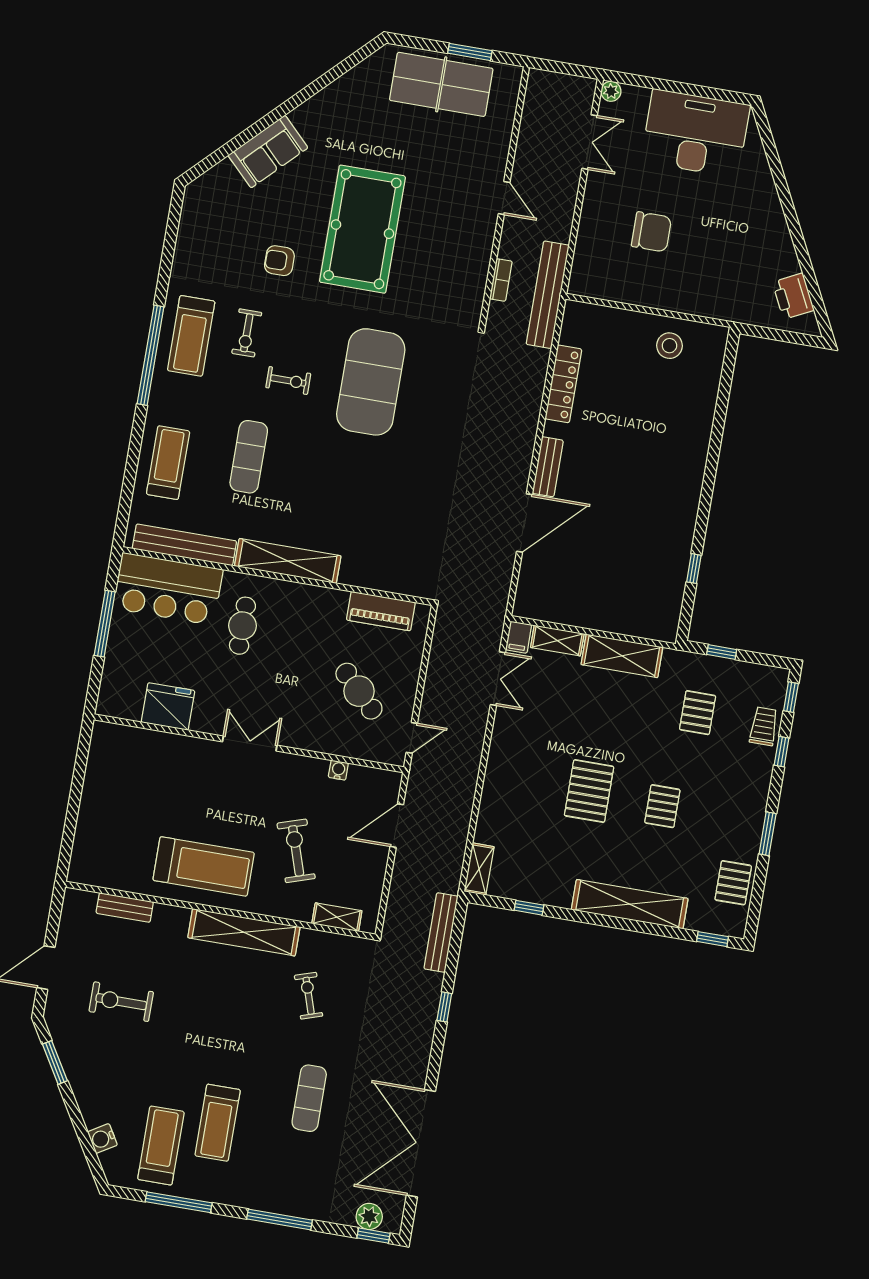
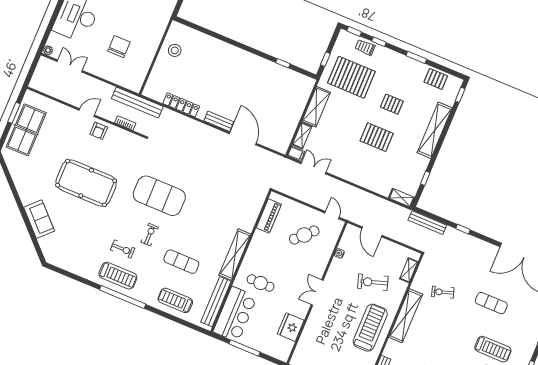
armchair: (279, 261) -> (99, 131), moved
pallet: (698, 713) -> (351, 77), width x2.05, depth x2.00

